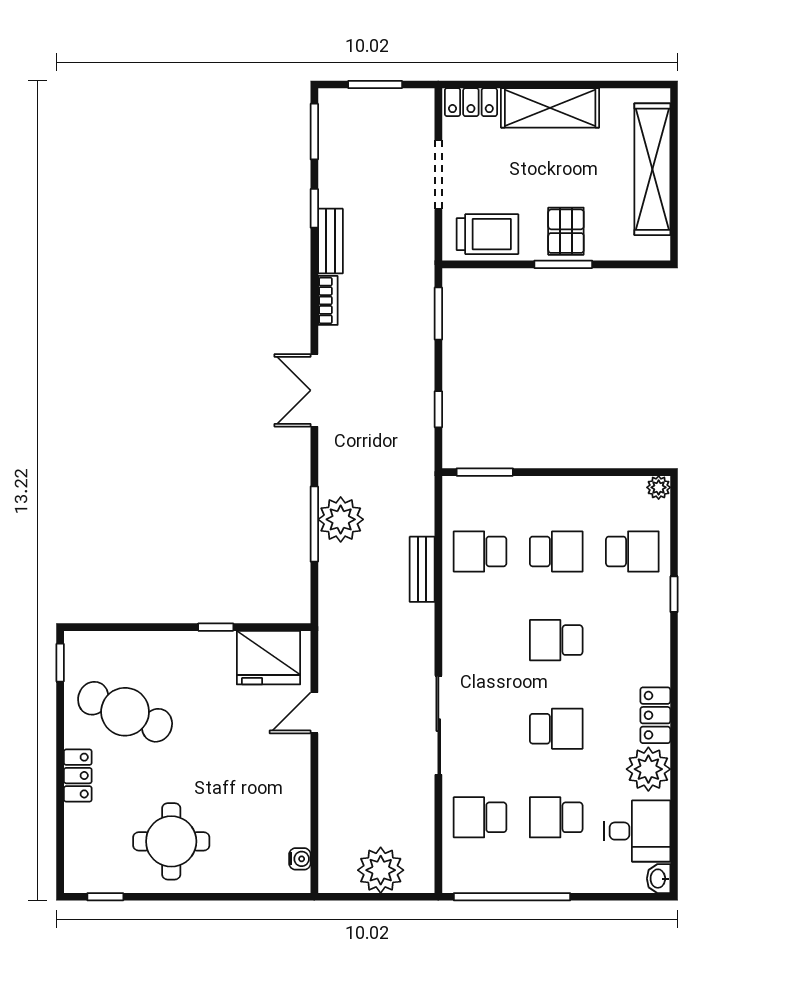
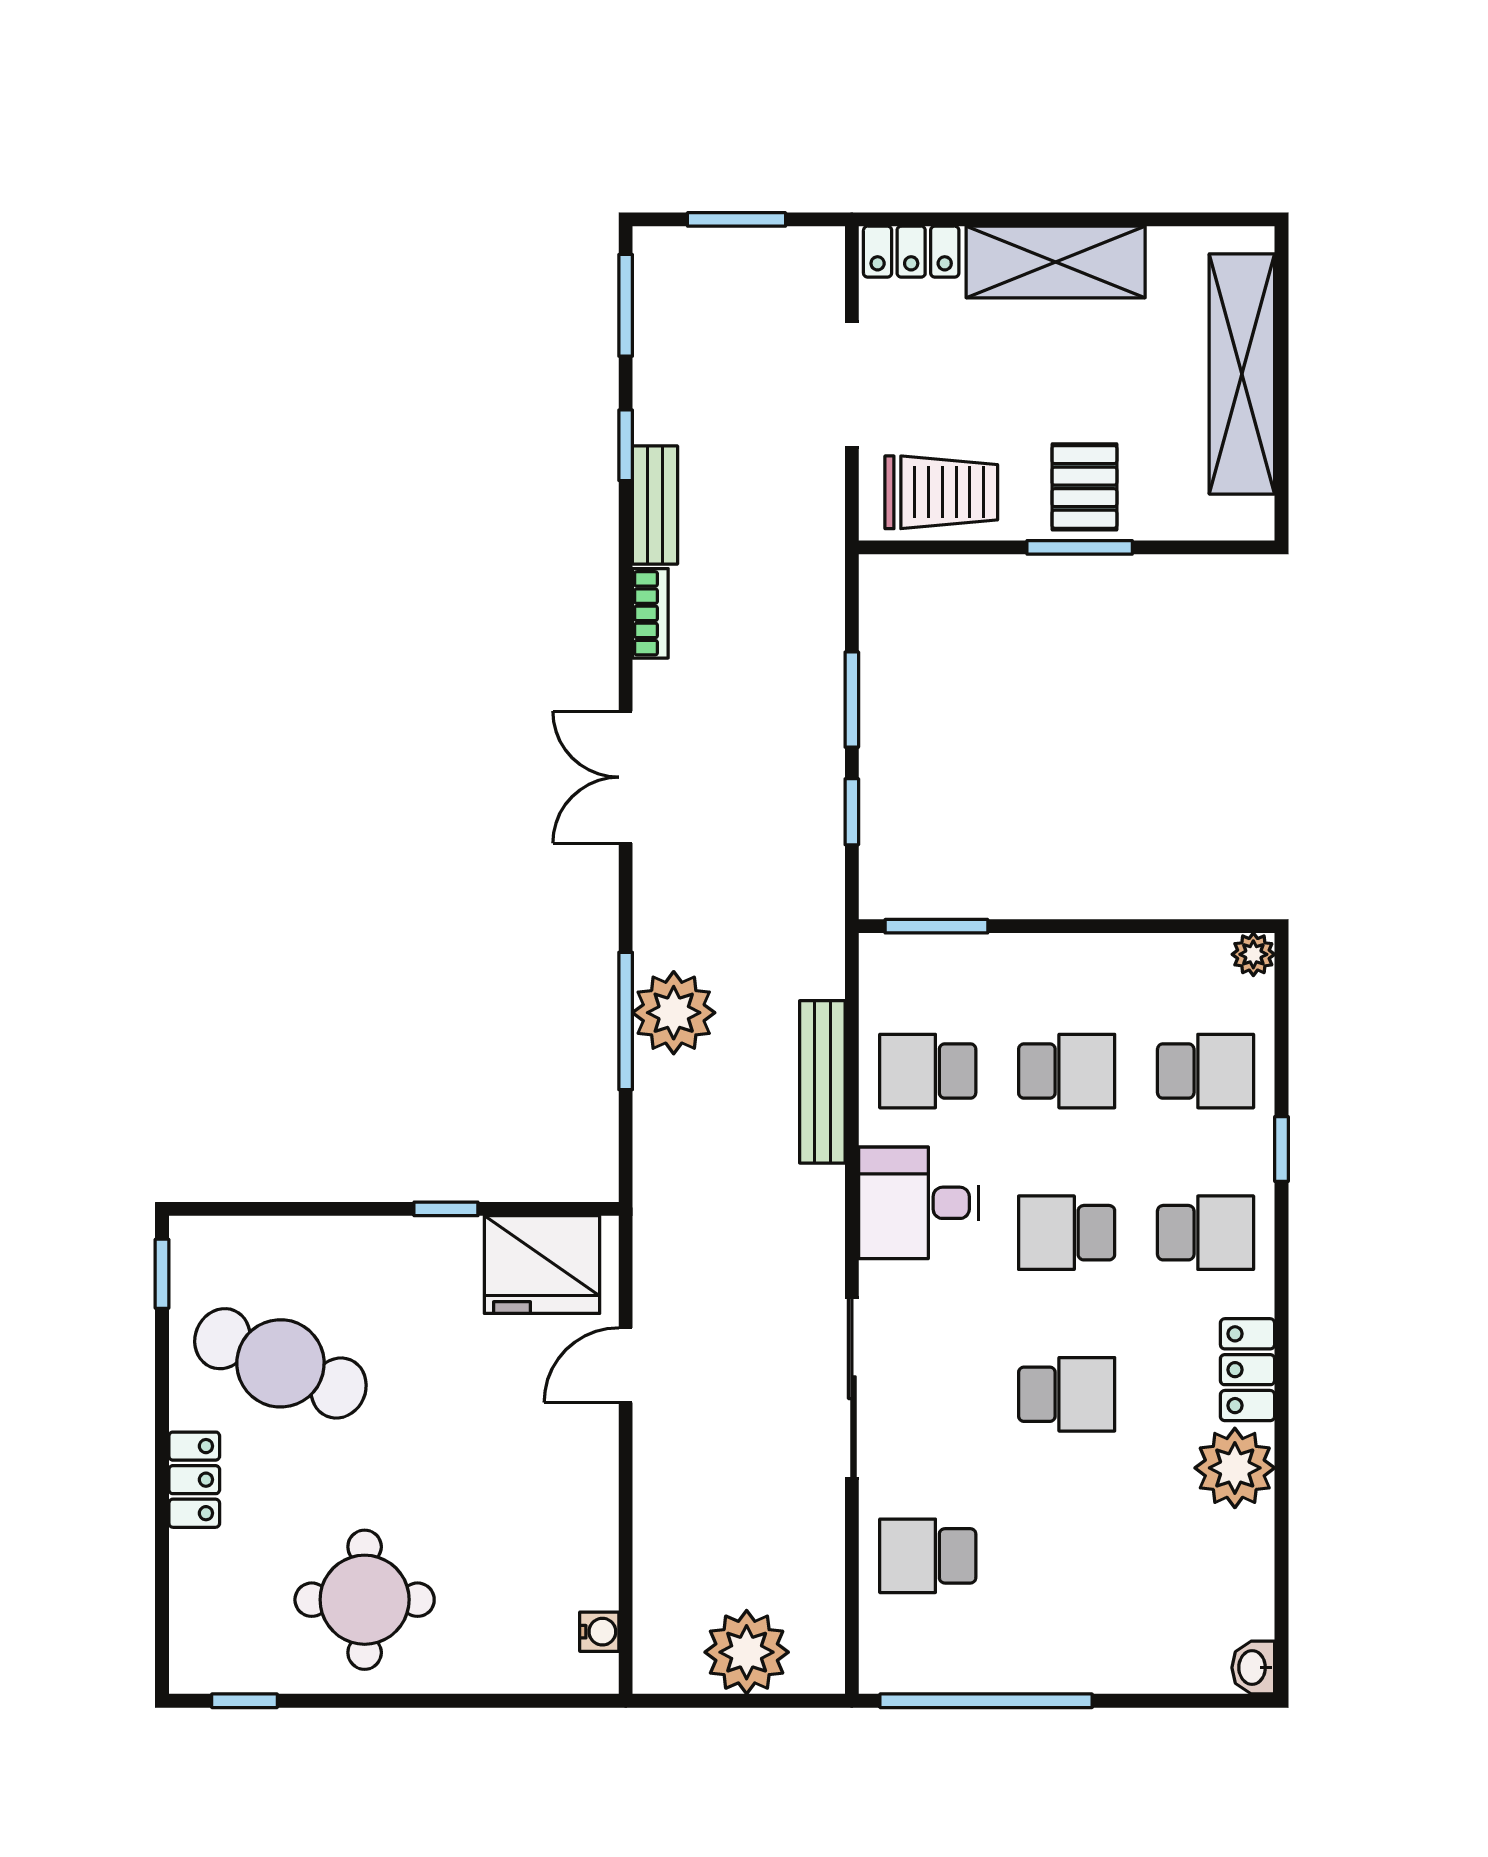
window: (438, 314) -> (852, 700), moved
bench: (422, 569) -> (822, 1082), width x1.36
school desk: (556, 817) -> (1206, 1233), moved, turned 180
desk: (637, 831) -> (919, 1203), moved, turned 180

